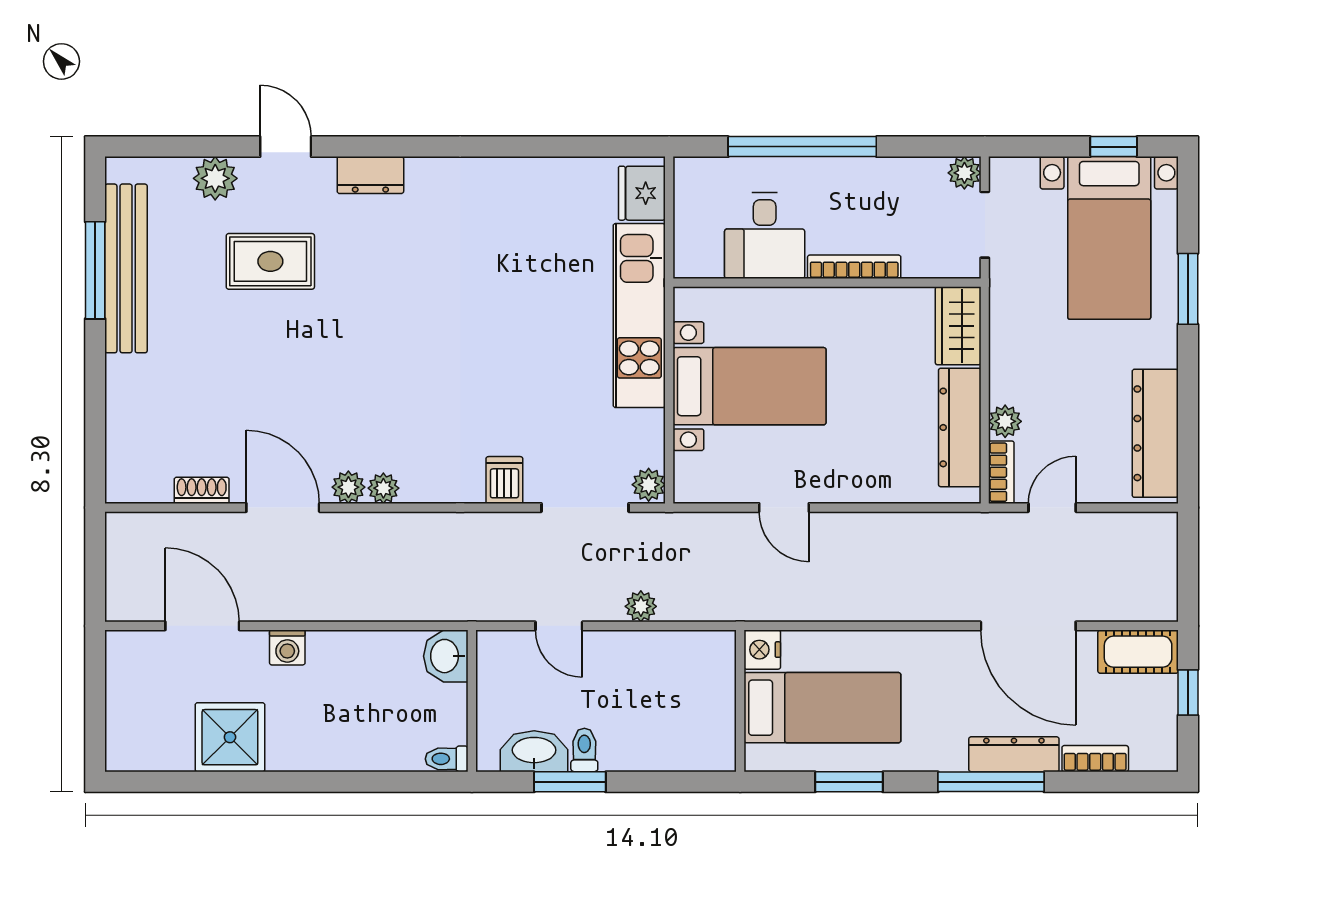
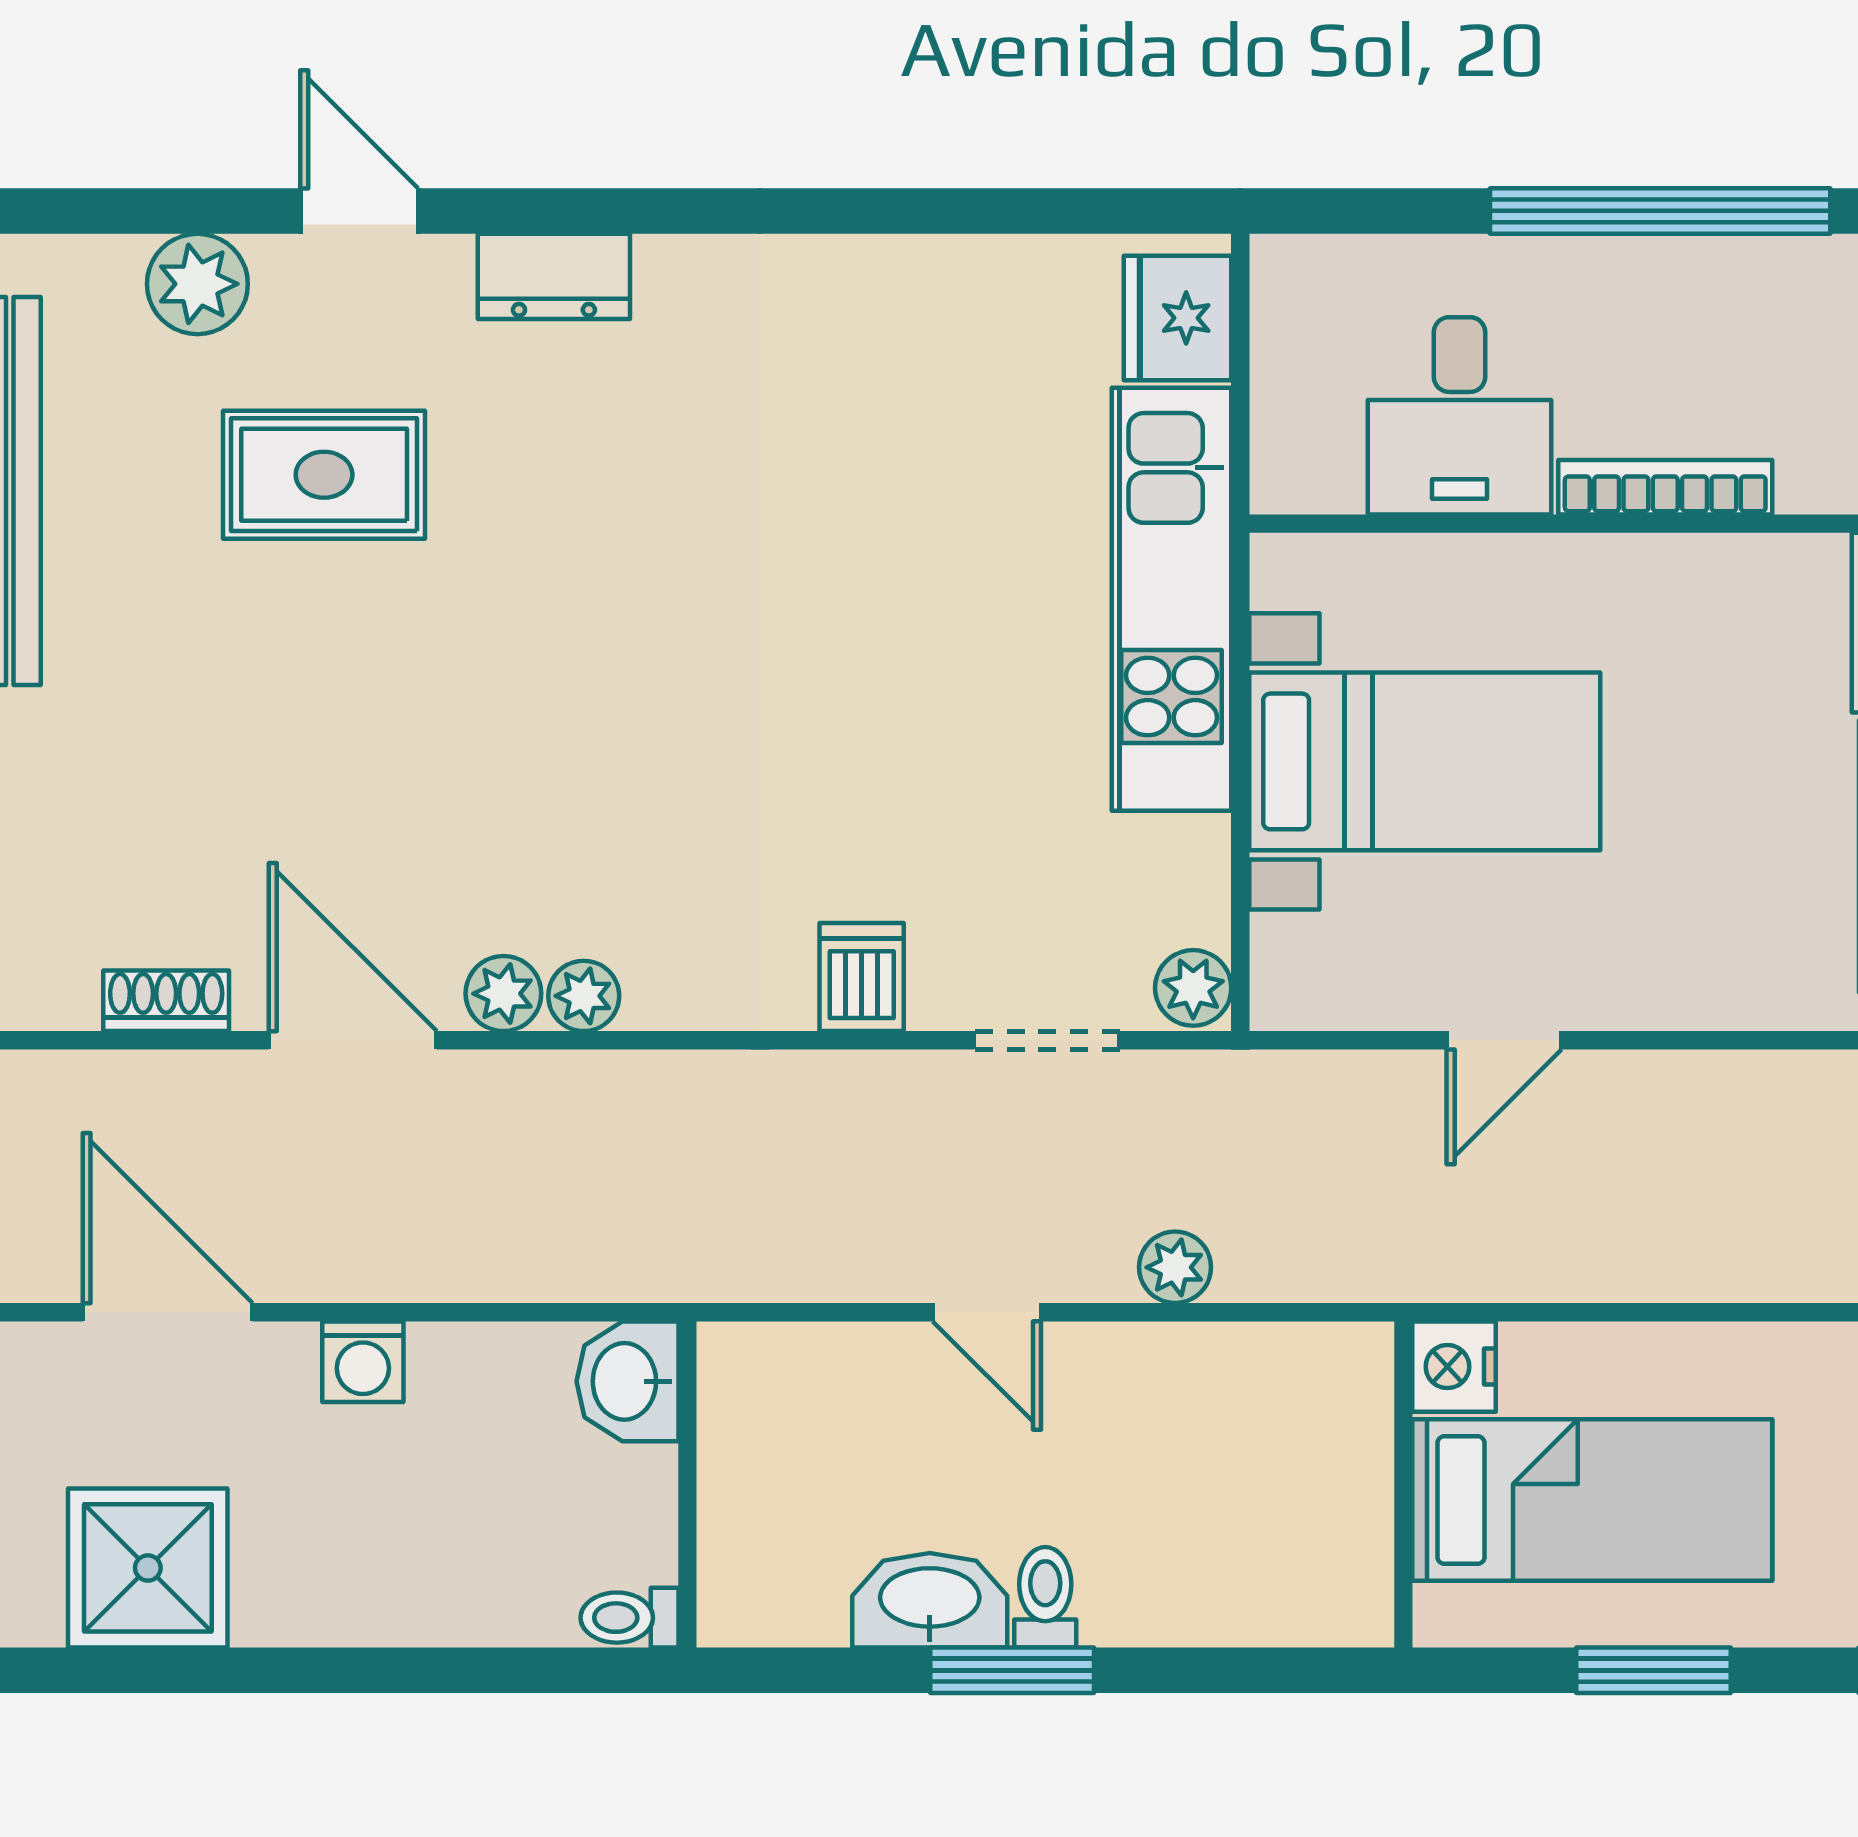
window: (802, 147) -> (1660, 211), moved
doorway: (585, 508) -> (1047, 1040), width x0.73
door: (784, 508) -> (1504, 1040), hinge flipped
washbasin: (446, 656) -> (627, 1381), moved
wall: (472, 701) -> (687, 1484), moved
shower: (230, 737) -> (148, 1568), moved
toilet: (447, 759) -> (629, 1618), moved

